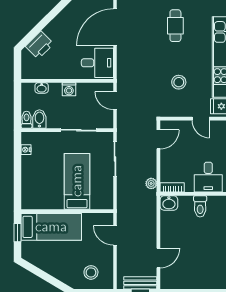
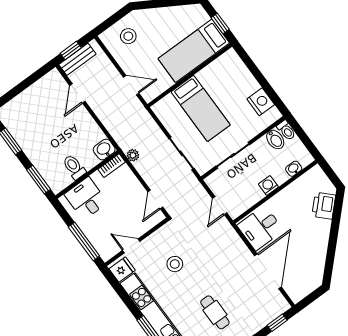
door: (115, 101) -> (220, 206), swing flipped
nightstand: (26, 150) -> (261, 102), width x1.89, depth x1.79

